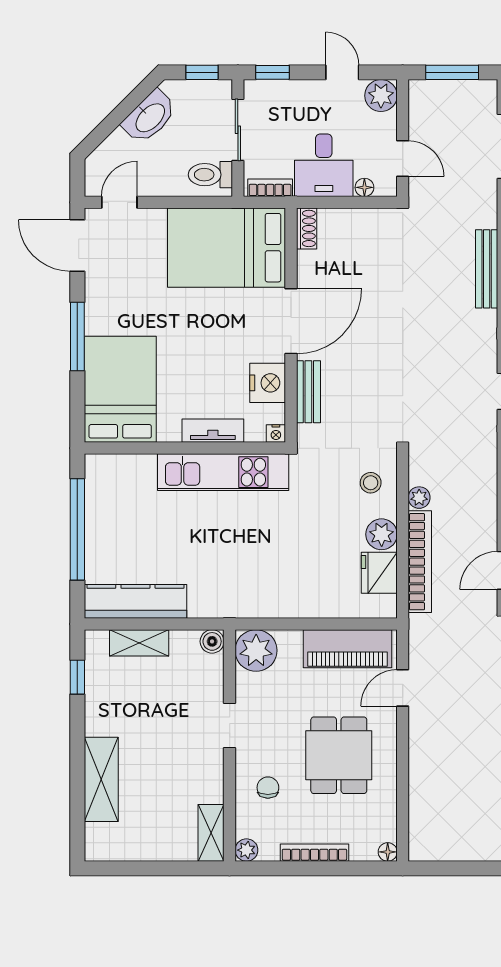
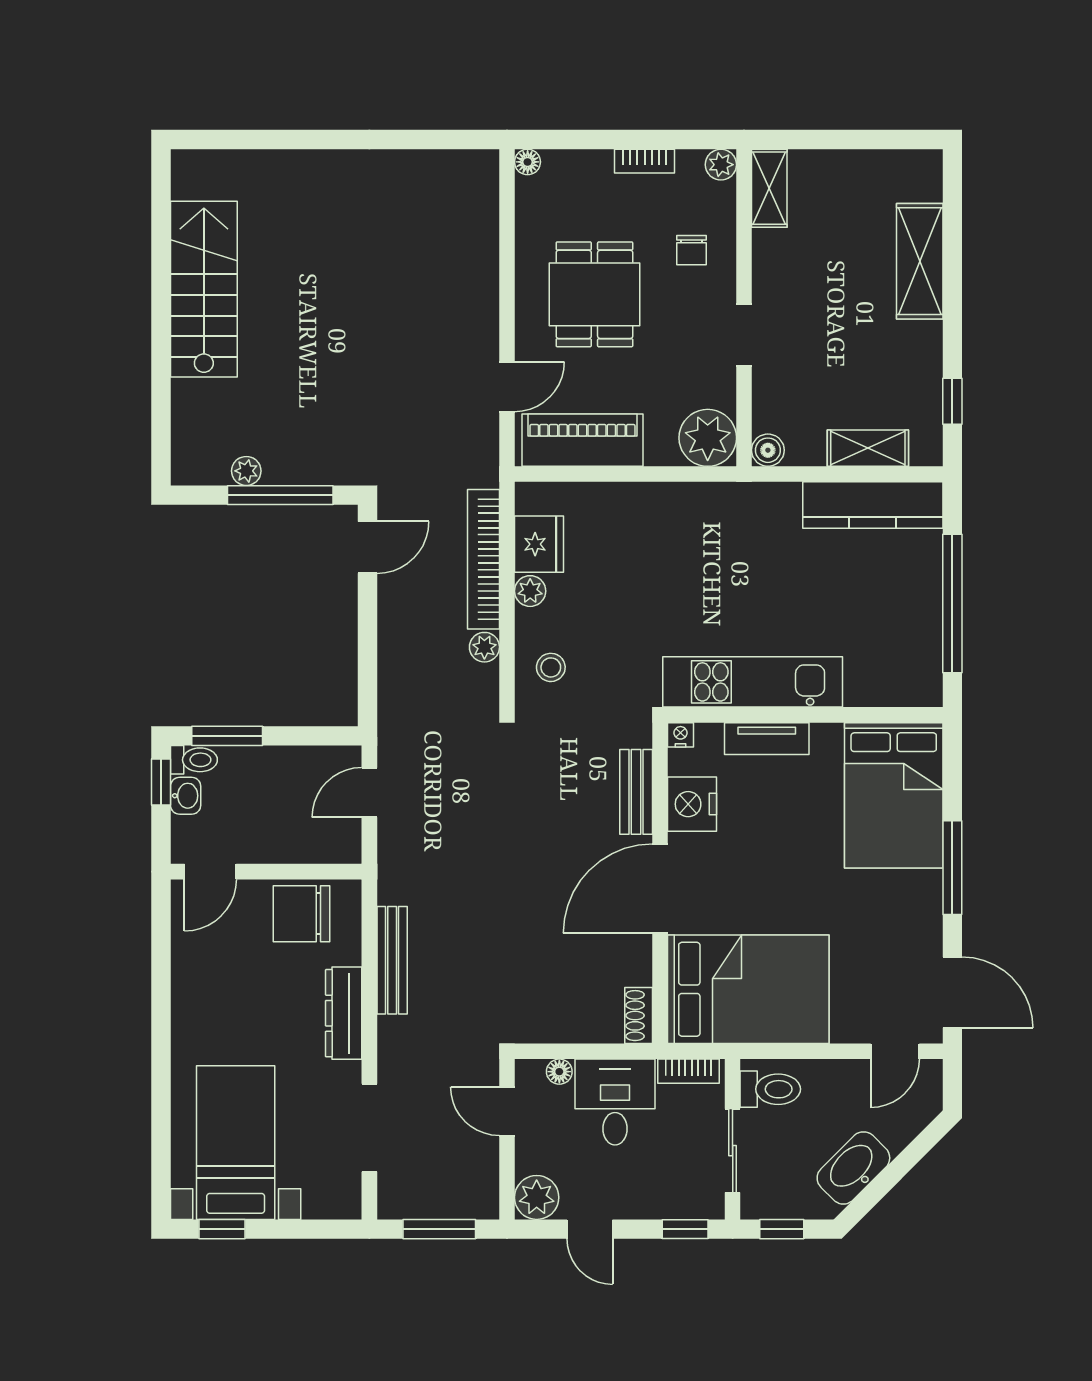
plant: (382, 534) -> (530, 591), width x0.73, depth x0.73
bookcase: (314, 853) -> (645, 161), width x0.64

